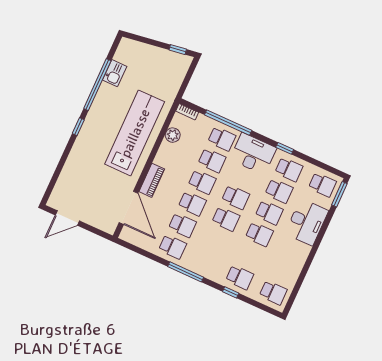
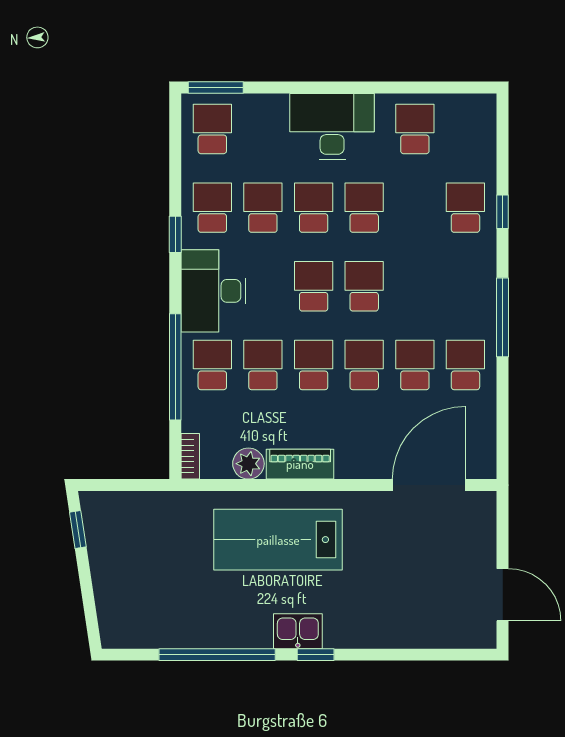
kitchen sink: (115, 73) -> (298, 631), moved
lab bench: (135, 133) -> (278, 540), width x0.73
piano: (152, 180) -> (300, 464), moved
desk: (307, 222) -> (332, 127), moved
school desk: (273, 293) -> (415, 129), moved

